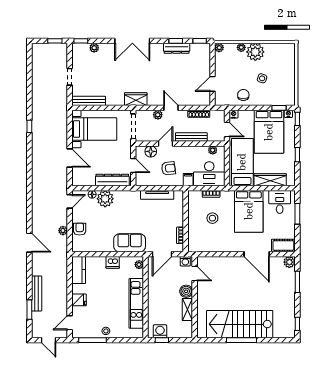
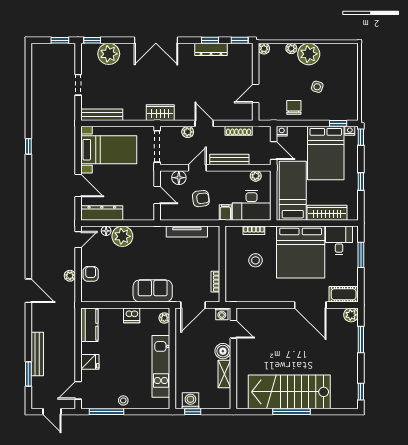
plant: (94, 48) -> (109, 54), width x1.87, depth x1.87
dresser: (112, 180) -> (102, 213), moved
bed: (249, 211) -> (301, 252), width x1.36

